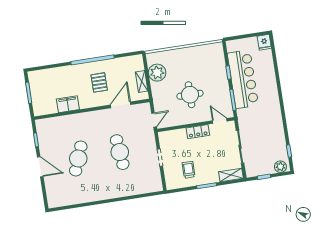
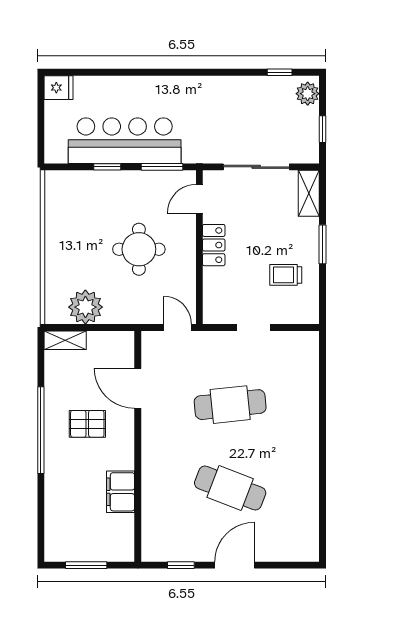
shelving: (142, 81) -> (65, 340), moved

